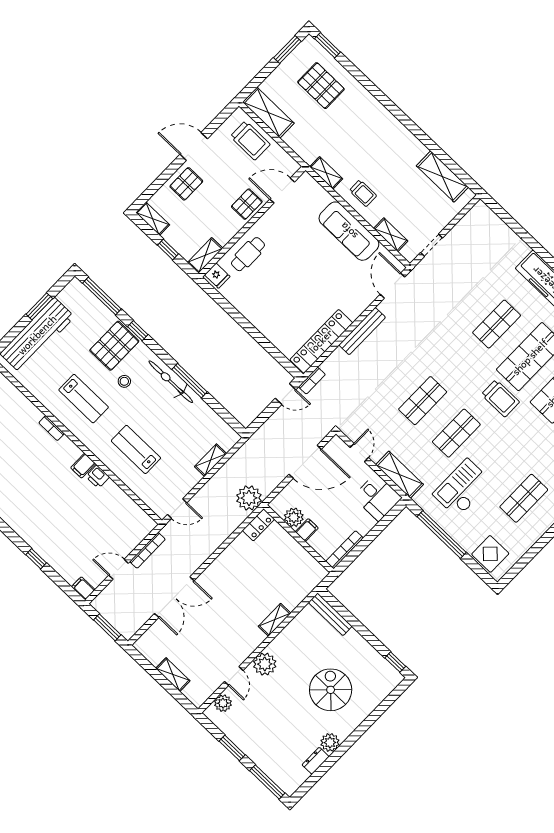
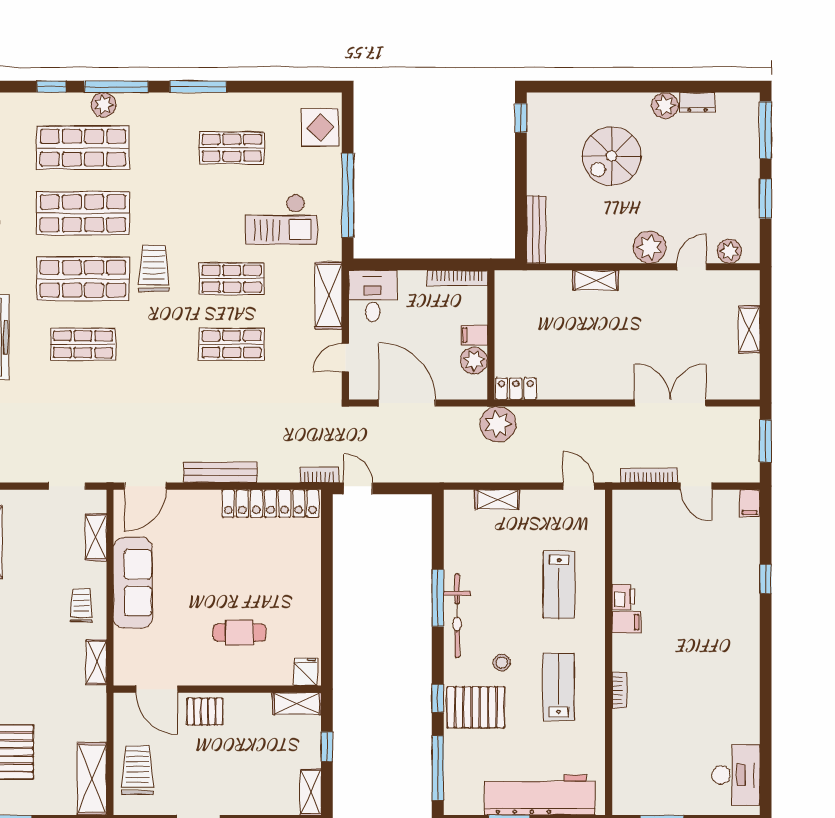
pallet: (186, 184) -> (243, 792), removed
cafe table: (248, 254) -> (239, 633), moved

